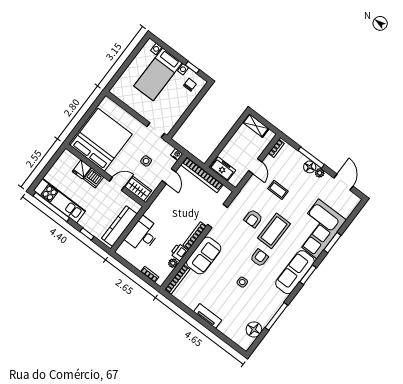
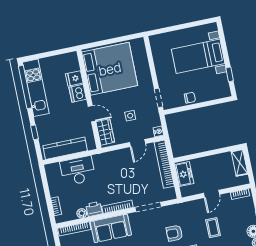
chair: (190, 85) -> (190, 98), moved

